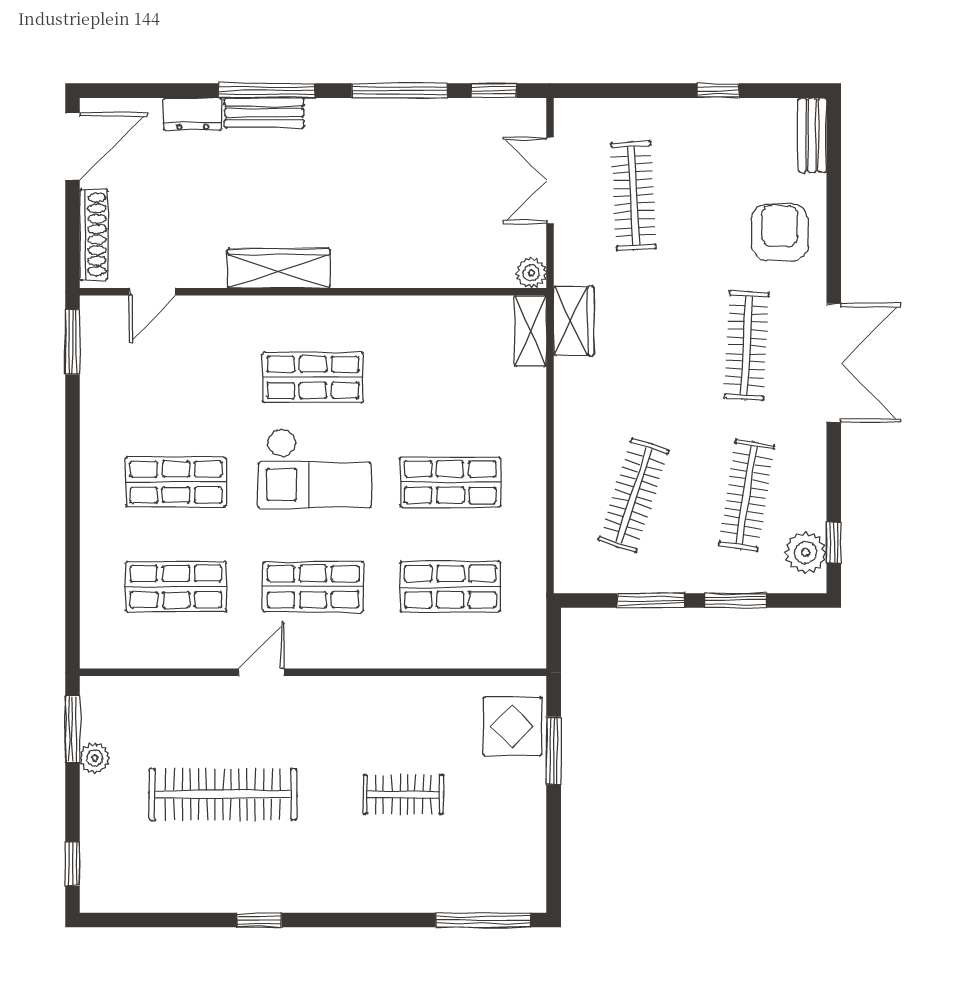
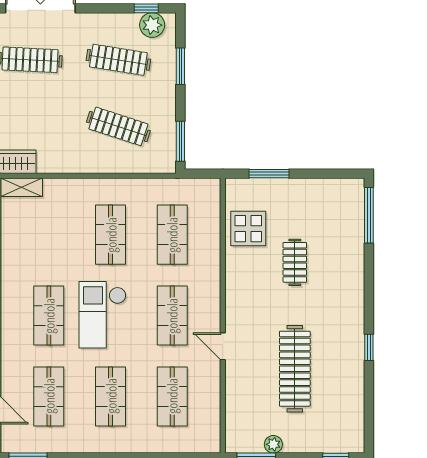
shop shelf: (176, 377) -> (49, 396), added
checkout: (314, 468) -> (102, 315), turned 180
window: (651, 600) -> (180, 141), moved
display table: (512, 726) -> (248, 229), moved

